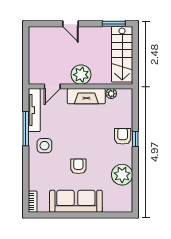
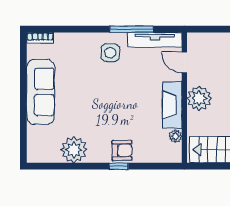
armchair: (78, 166) -> (84, 95), removed

